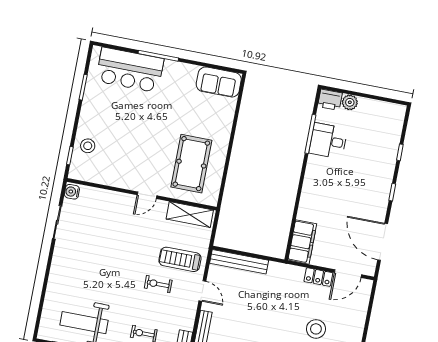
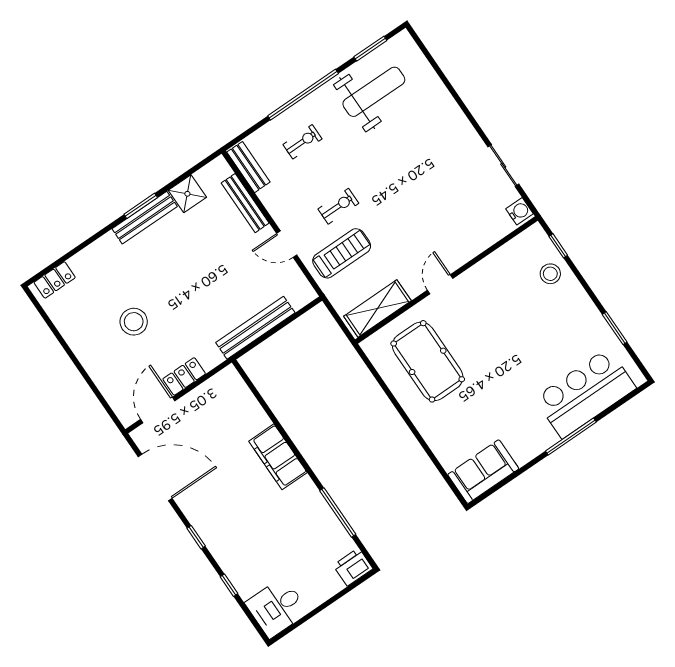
plant: (350, 102) -> (330, 585), removed
desk: (328, 141) -> (277, 607), moved, turned 180
filing cabinet: (302, 242) -> (278, 457), moved
bench: (239, 262) -> (255, 328), moved

